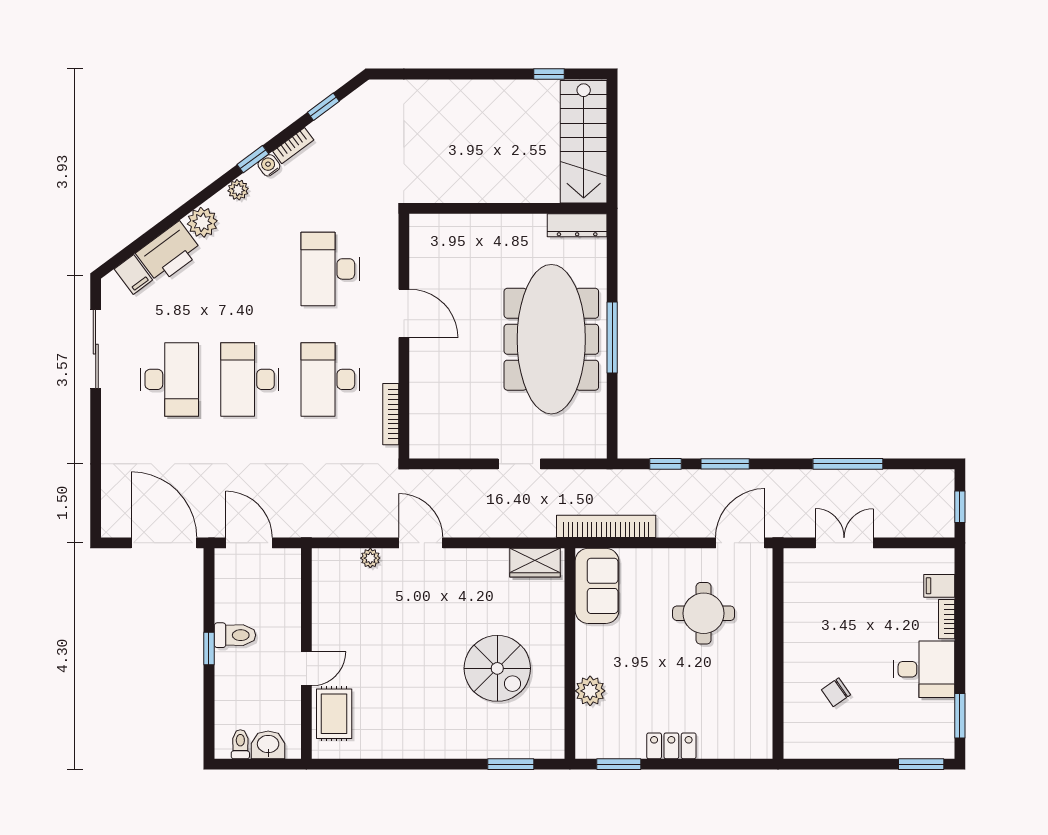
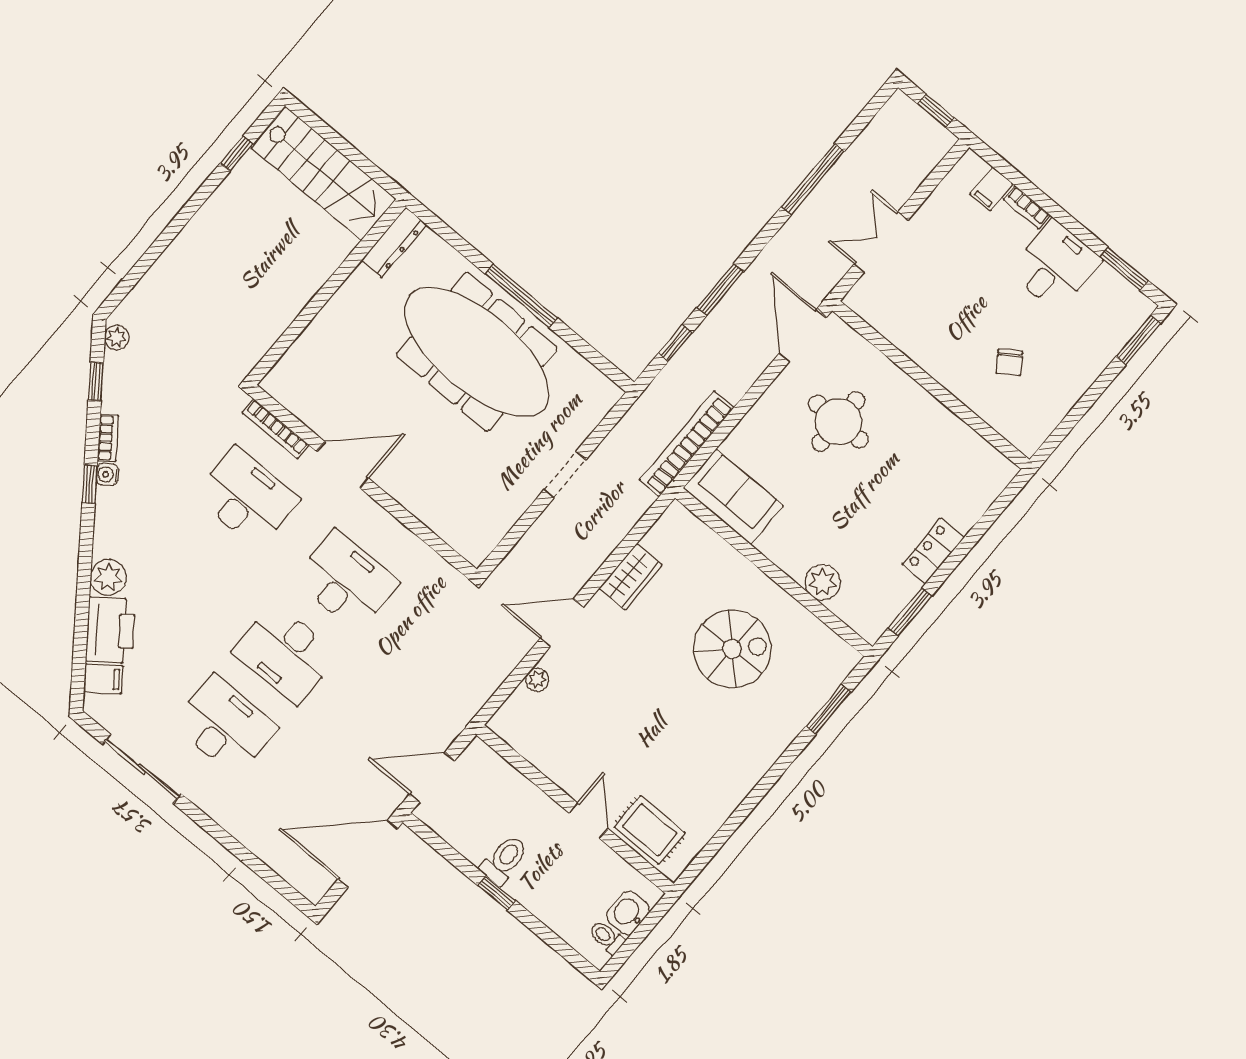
plant: (238, 190) -> (117, 338), moved
desk: (330, 269) -> (247, 498), turned 180
desk: (330, 379) -> (346, 581), turned 180
bookcase: (391, 414) -> (276, 429), moved
wardrobe: (535, 563) -> (631, 577), moved

